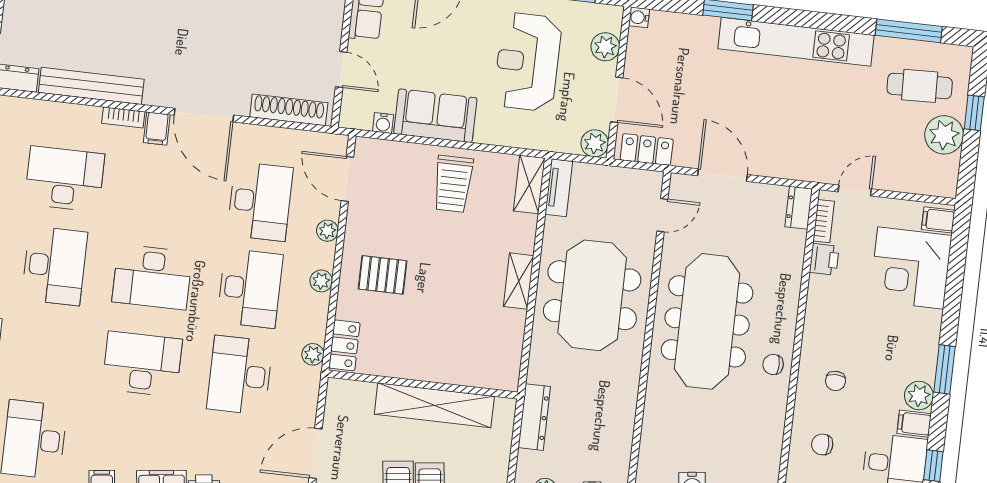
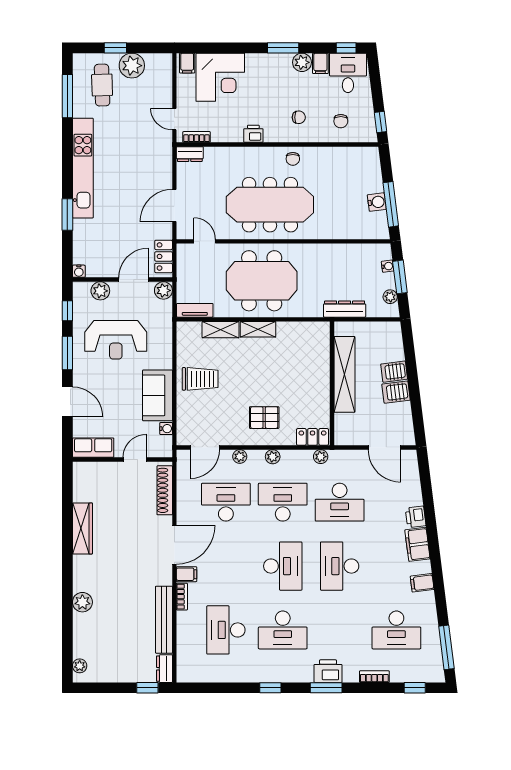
shelving: (529, 184) -> (221, 330), moved
printer: (824, 259) -> (253, 134), moved
desk: (54, 266) -> (283, 630), turned 180
pallet: (383, 275) -> (264, 418), turned 90

